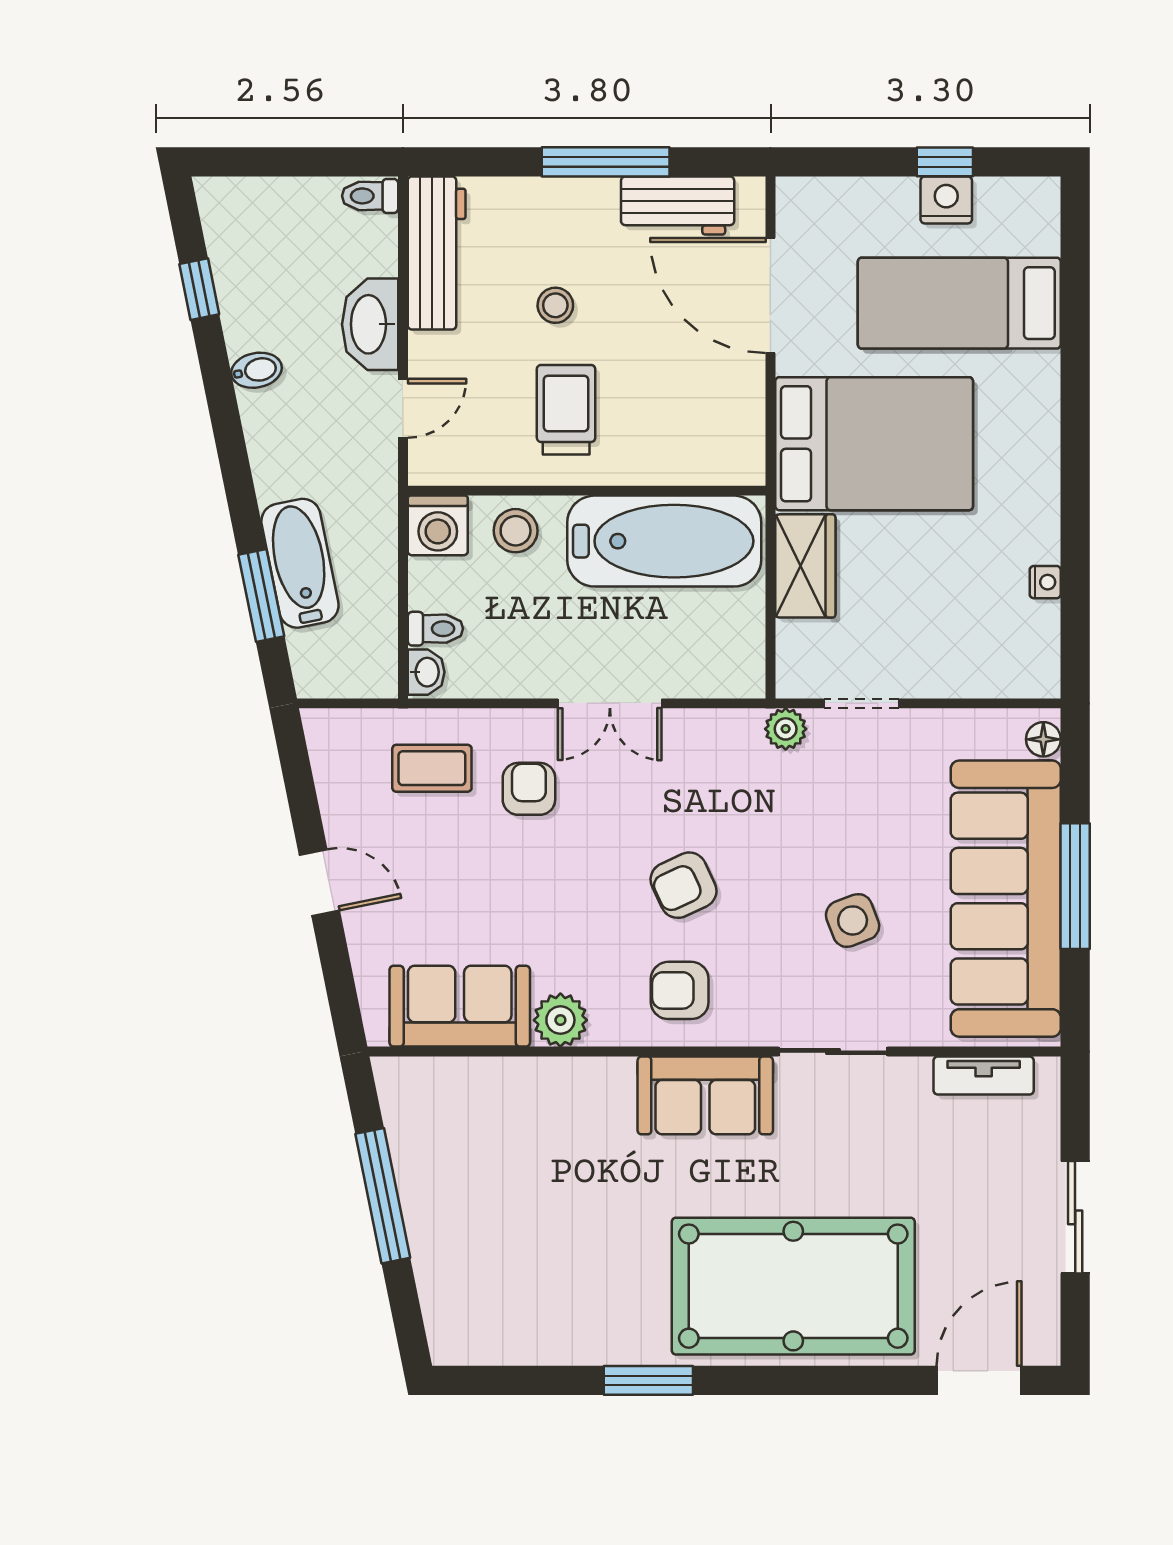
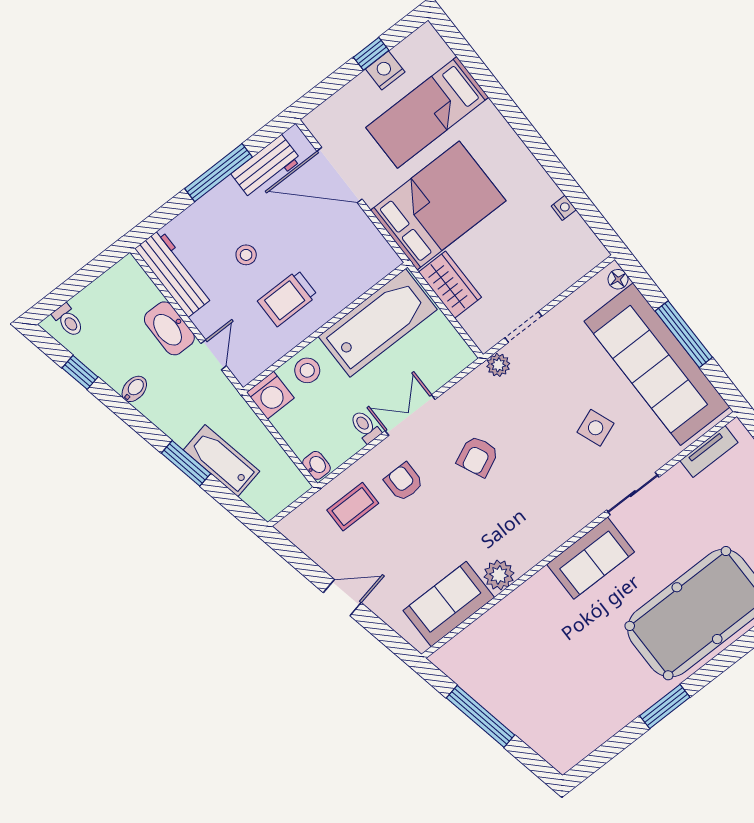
toilet: (370, 196) -> (68, 320), moved, turned -90
trolley: (566, 410) -> (288, 298), turned -90
window: (261, 595) -> (186, 463), moved
toilet: (435, 629) -> (365, 427), moved, turned -90
double door: (610, 703) -> (410, 415), swing flipped
armchair: (684, 885) -> (478, 456), moved
armchair: (680, 990) -> (542, 520), removed

